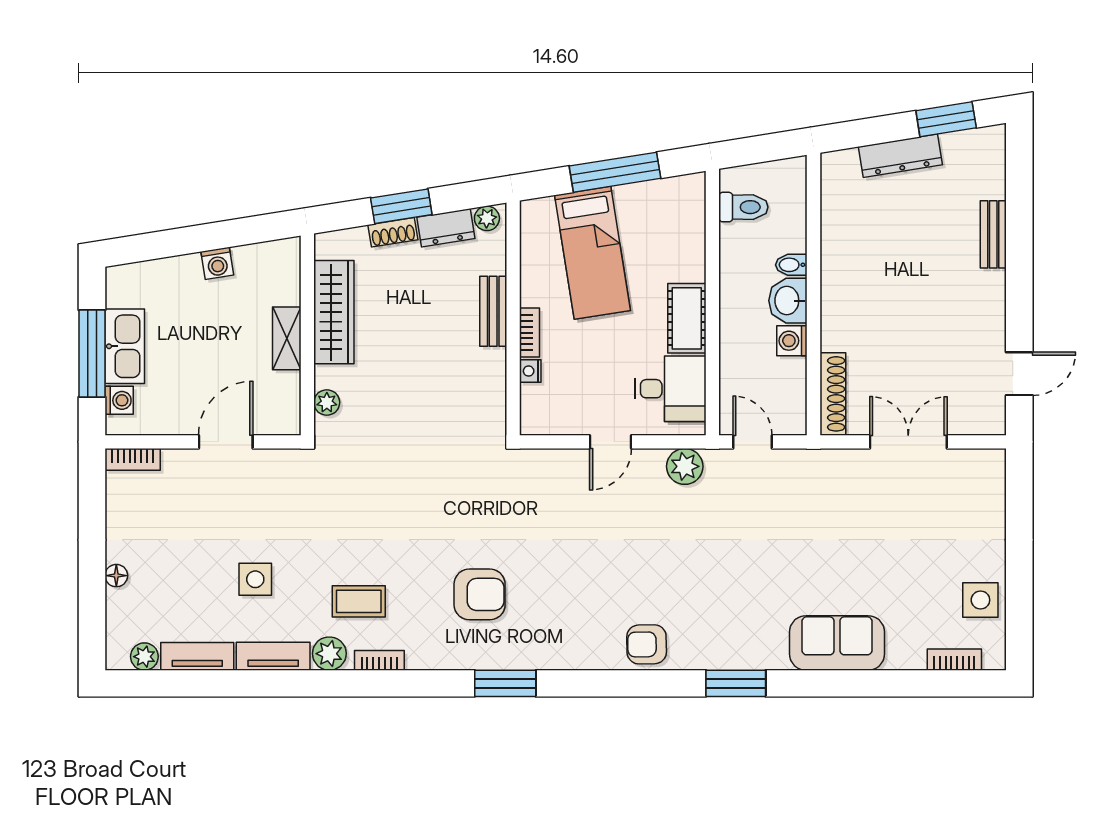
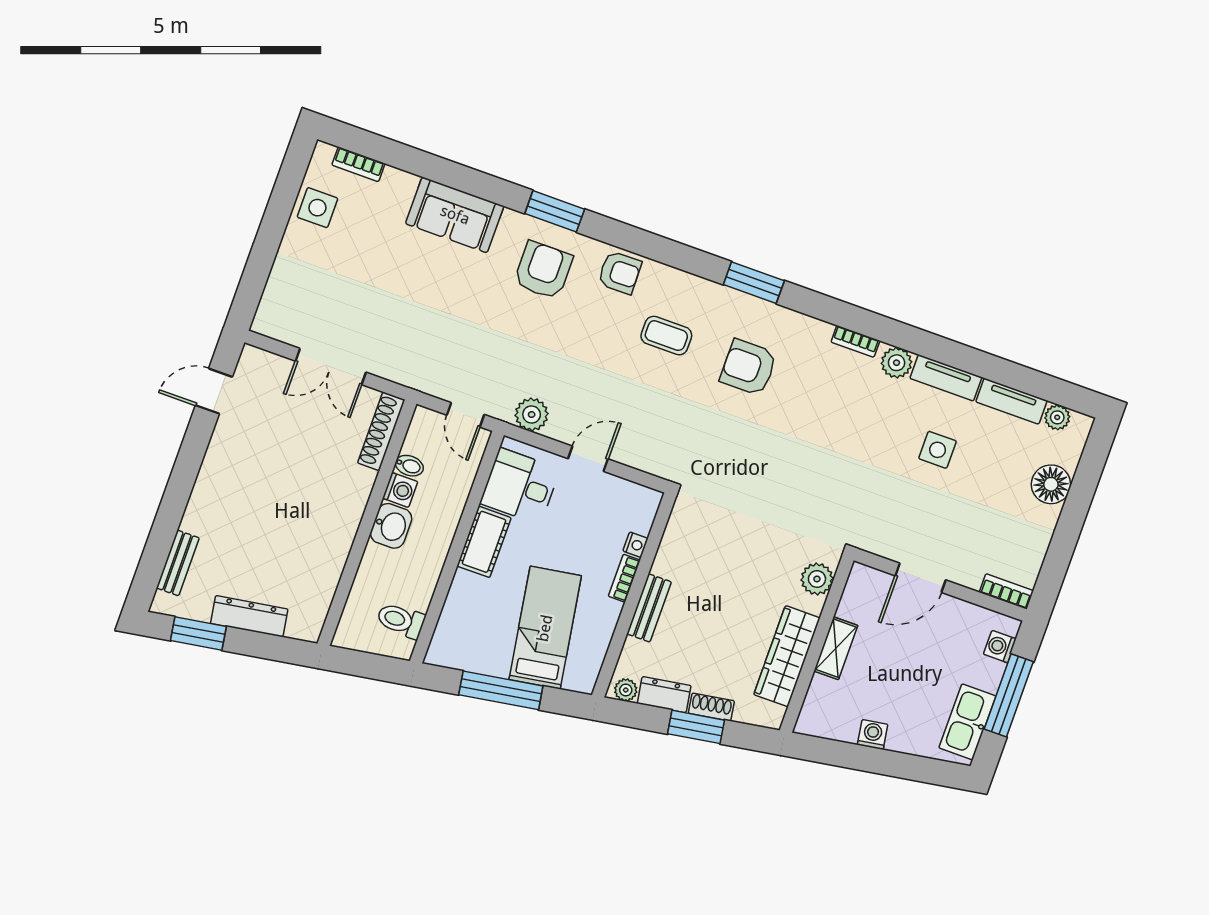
bench: (993, 234) -> (178, 563), moved
bidet: (791, 265) -> (409, 466), moved
kitchen sink: (125, 346) -> (967, 722), moved
plant: (327, 402) -> (817, 579), width x1.38, depth x1.38
floor lamp: (116, 576) -> (1051, 484), width x1.89, depth x1.89
coffee table: (359, 601) -> (666, 336), moved
armchair: (726, 619) -> (543, 270), added

